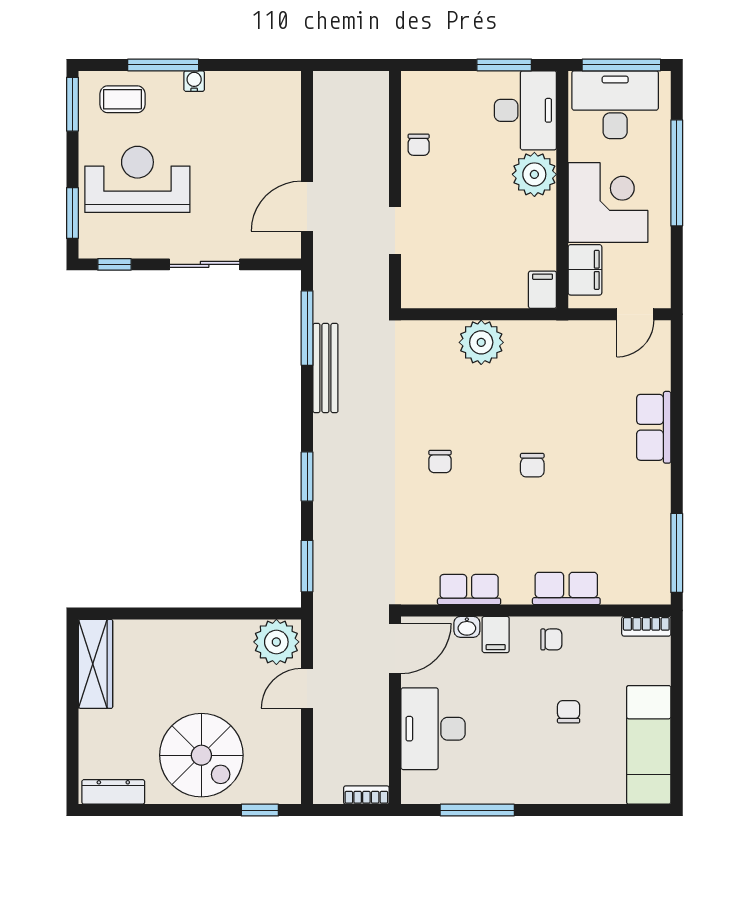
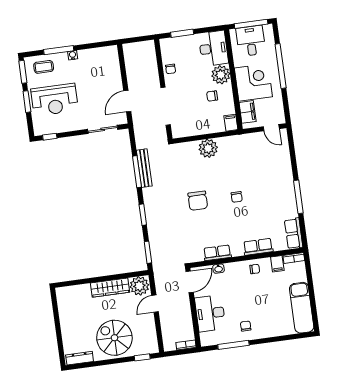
window: (504, 65) -> (182, 33), moved
desk: (615, 105) -> (251, 41), width x0.73
reception desk: (137, 179) -> (54, 100), turned 180
window: (72, 213) -> (27, 102), moved
chair: (507, 221) -> (212, 96), added
doorway: (395, 230) -> (166, 106), width x1.87
sliding door: (205, 264) -> (103, 129), moved
door: (635, 314) -> (271, 128), hinge flipped
window: (307, 328) -> (137, 172), moved
row of seats: (654, 427) -> (294, 233), moved
chair: (440, 462) -> (198, 201), width x1.87, depth x1.87
window: (677, 553) -> (298, 197), moved
filing cabinet: (496, 635) -> (277, 264), moved
wardrobe: (95, 664) -> (110, 288), moved, turned 90
chair: (569, 712) -> (246, 326), moved
spiral stairs: (201, 755) -> (114, 338), turned 180

